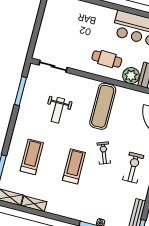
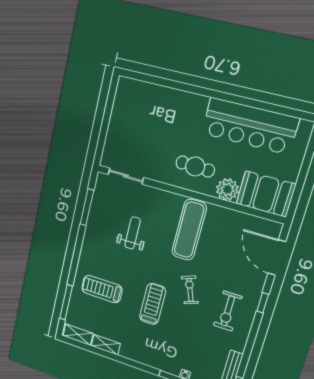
weight bench: (58, 110) -> (133, 233), turned 180
treadmill: (32, 157) -> (102, 289), turned -90
exercise bike: (133, 168) -> (228, 311), turned 180

